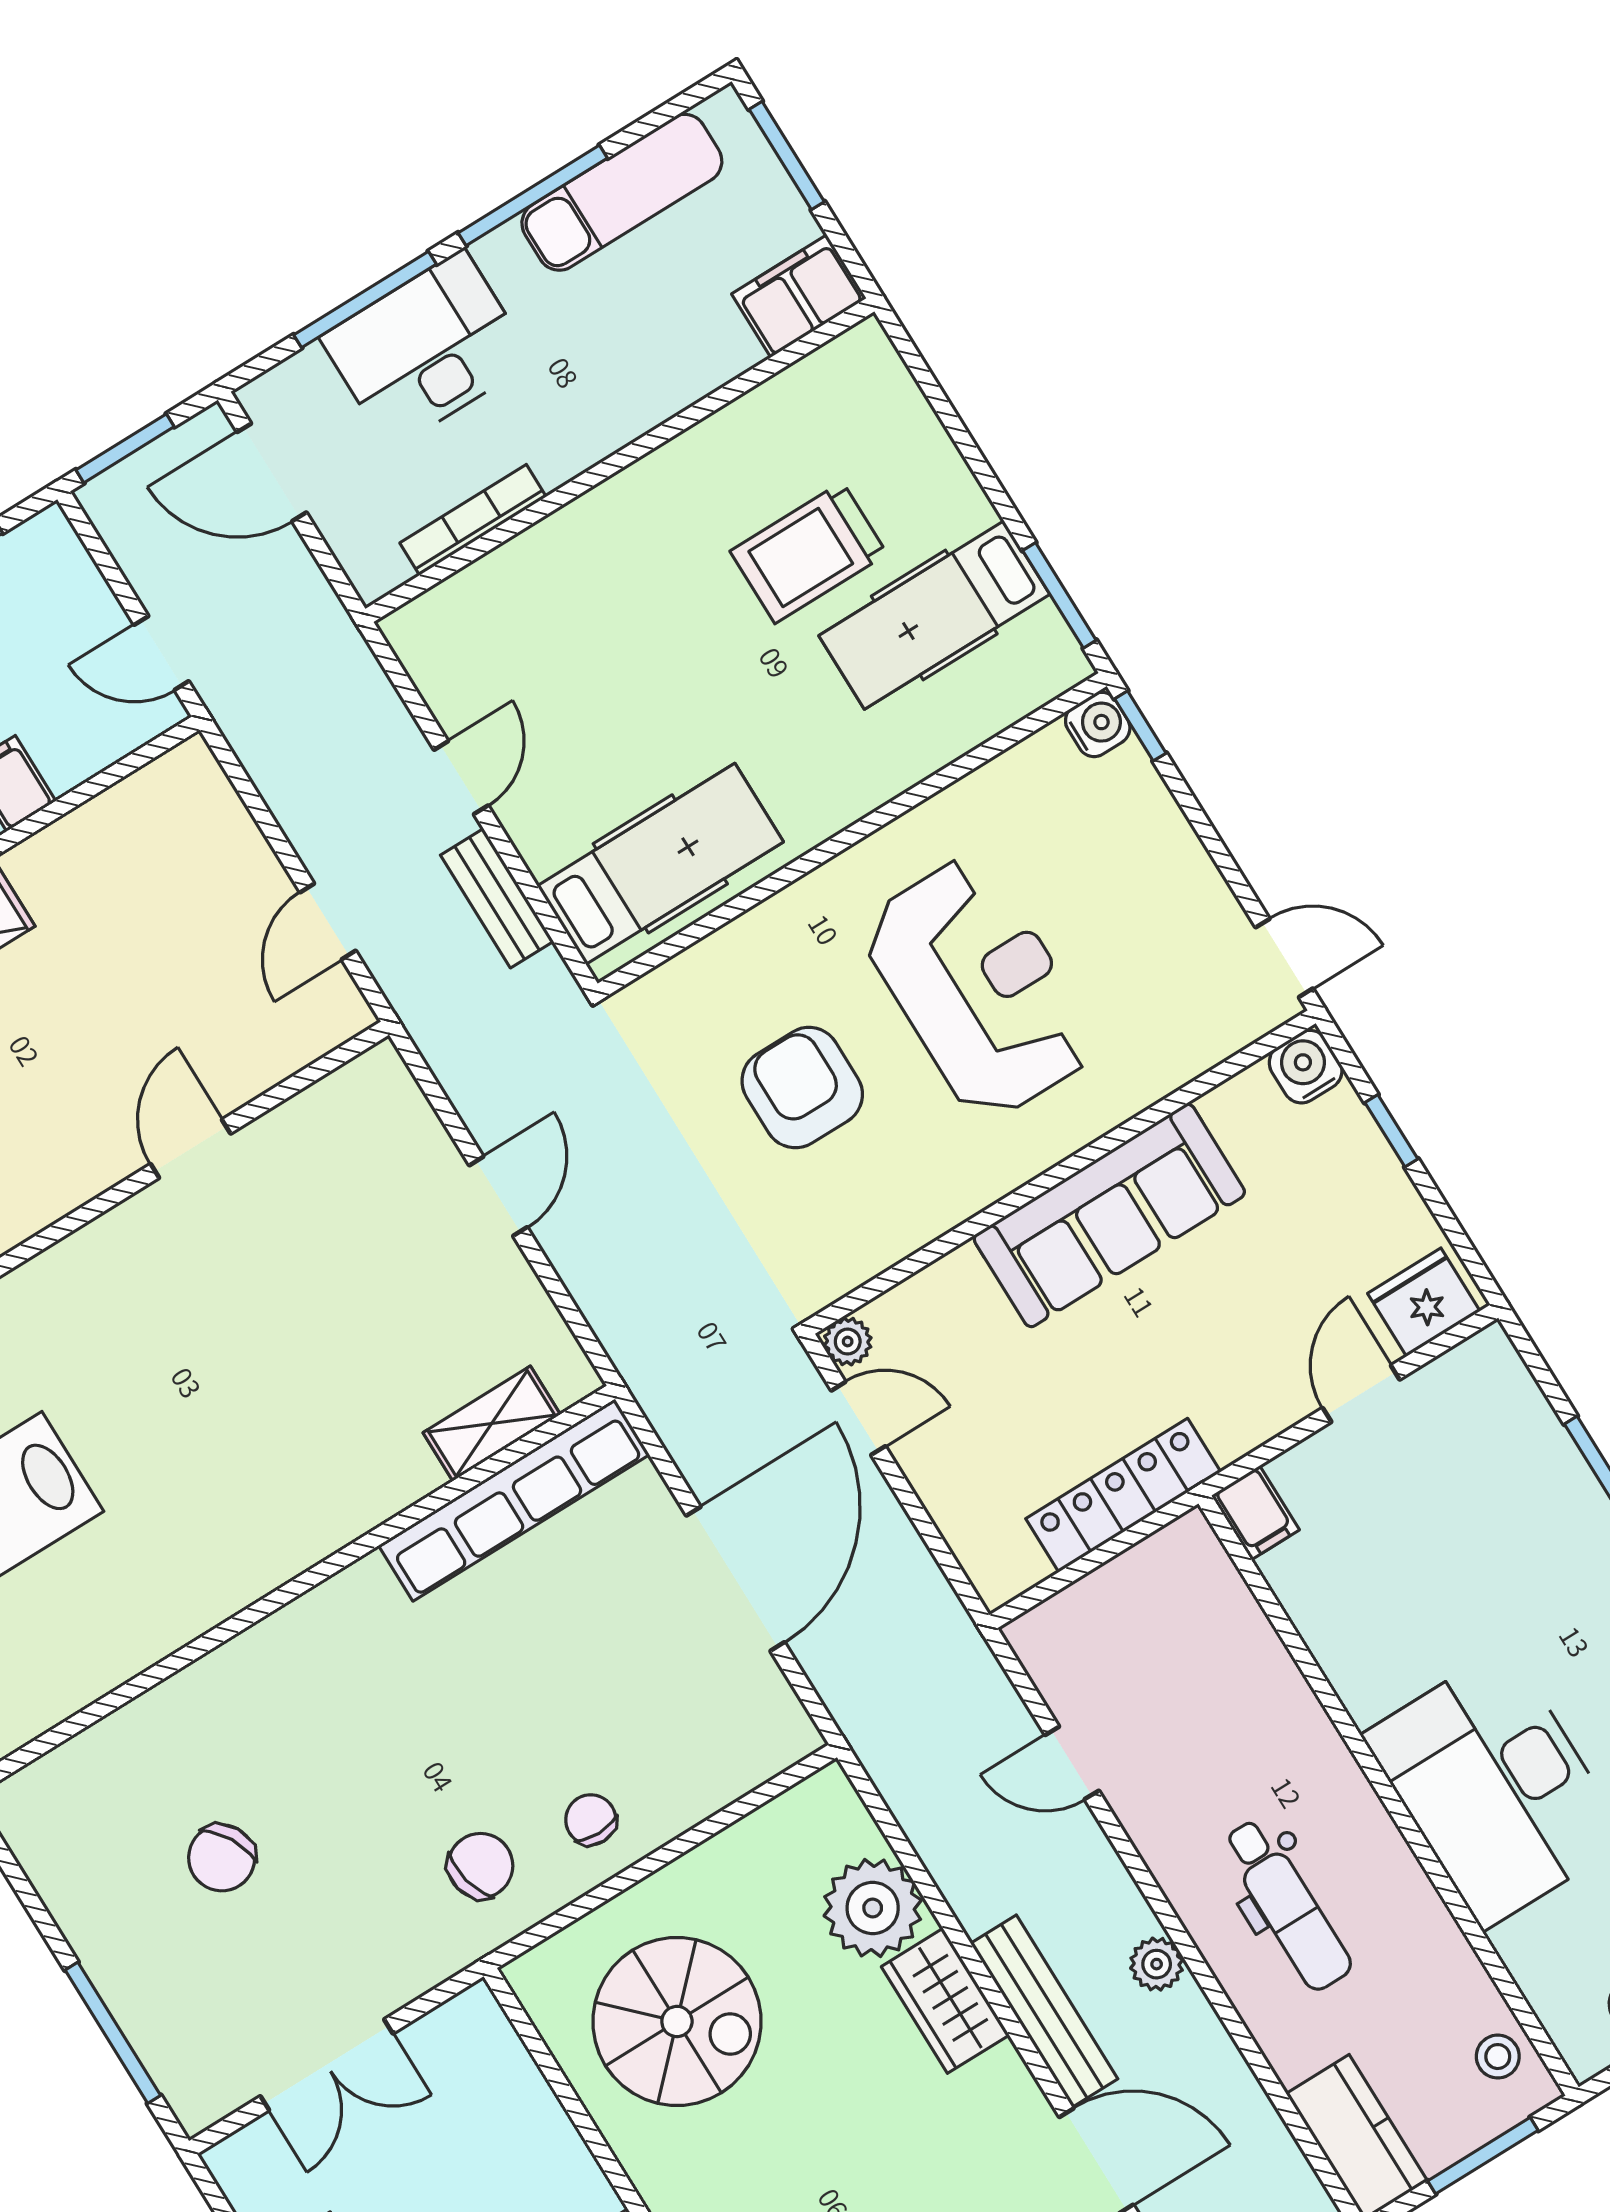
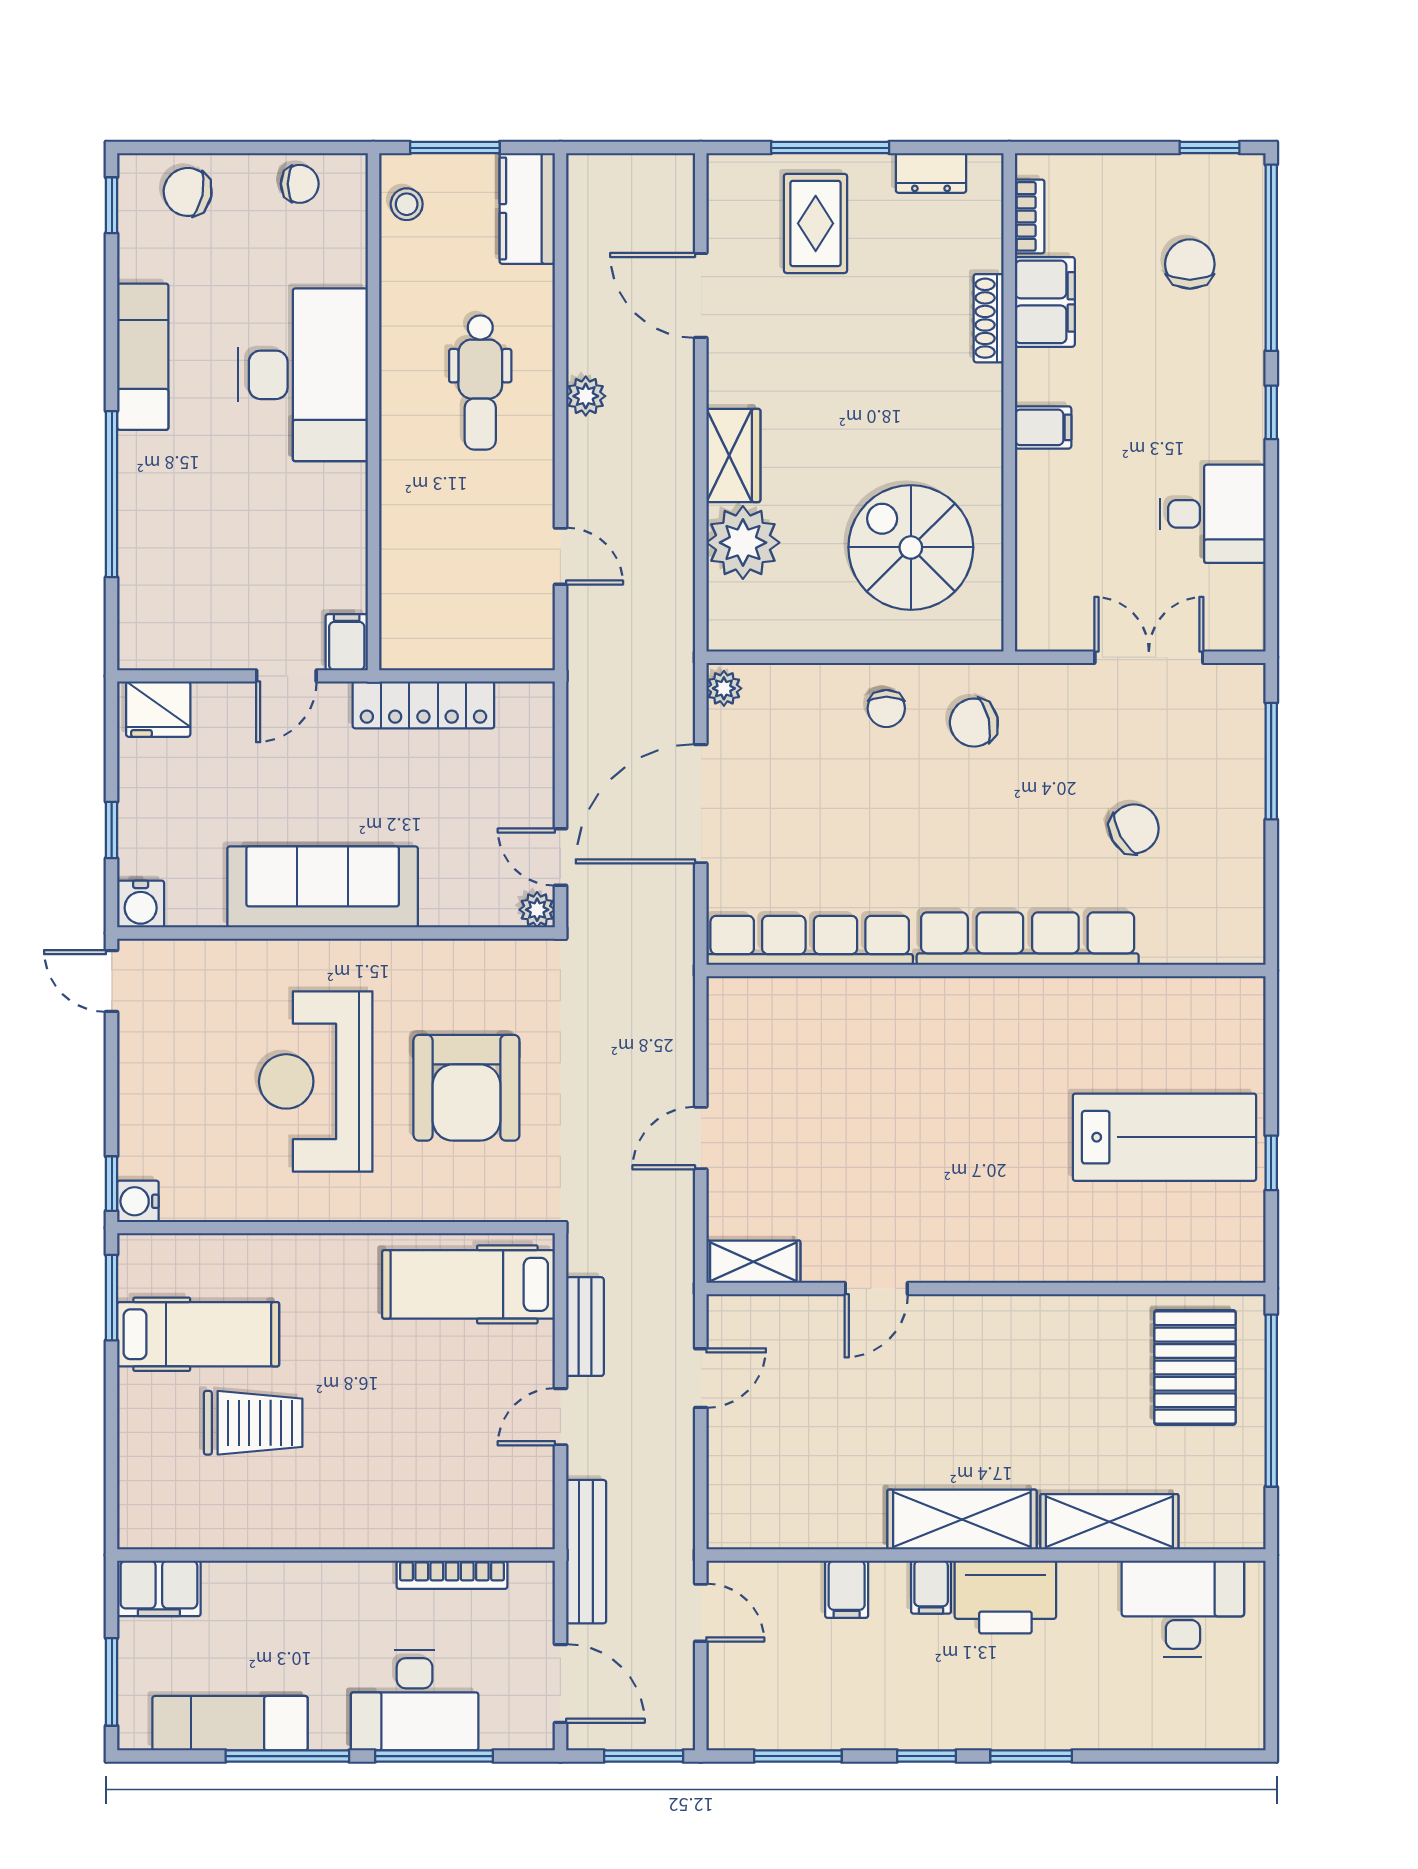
armchair: (802, 1088) -> (466, 1088), width x1.36, depth x1.36
door: (1361, 1394) -> (286, 676), moved
shelving: (492, 1424) -> (753, 1262), moved
row of seats: (266, 1657) -> (1028, 939), added
plant: (791, 1727) -> (724, 688), added
dental chair: (1287, 1905) -> (480, 382), turned 180
bench: (1044, 2011) -> (586, 1552), moved

